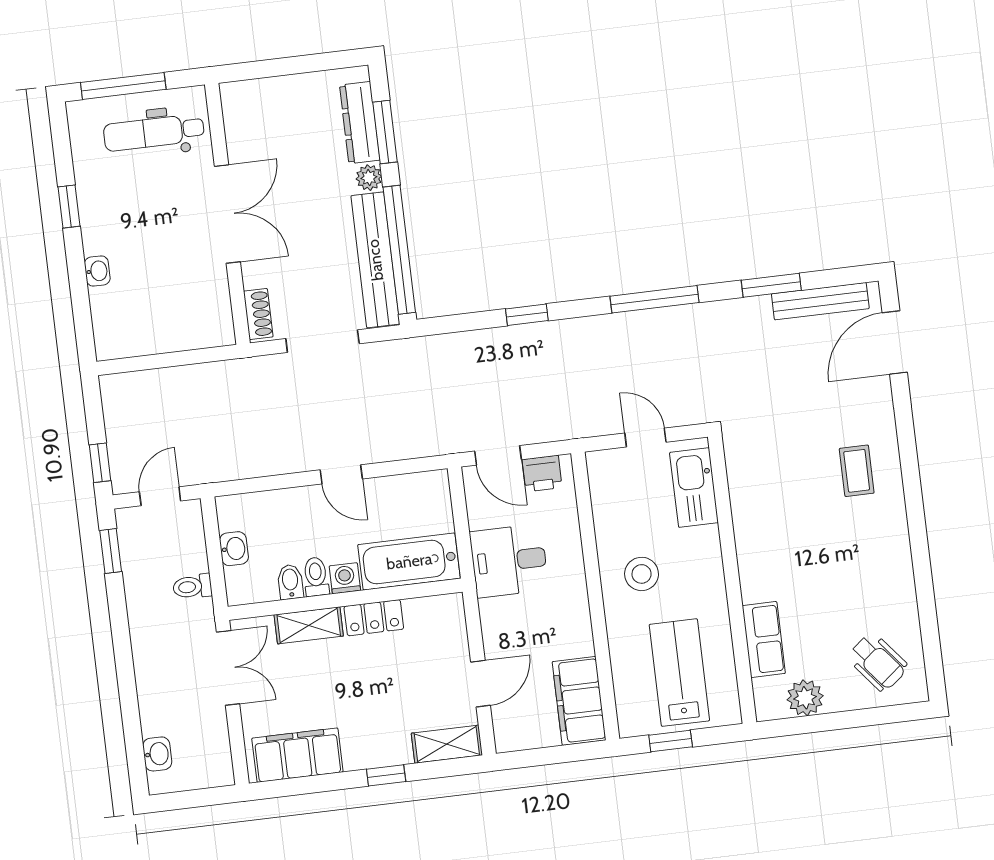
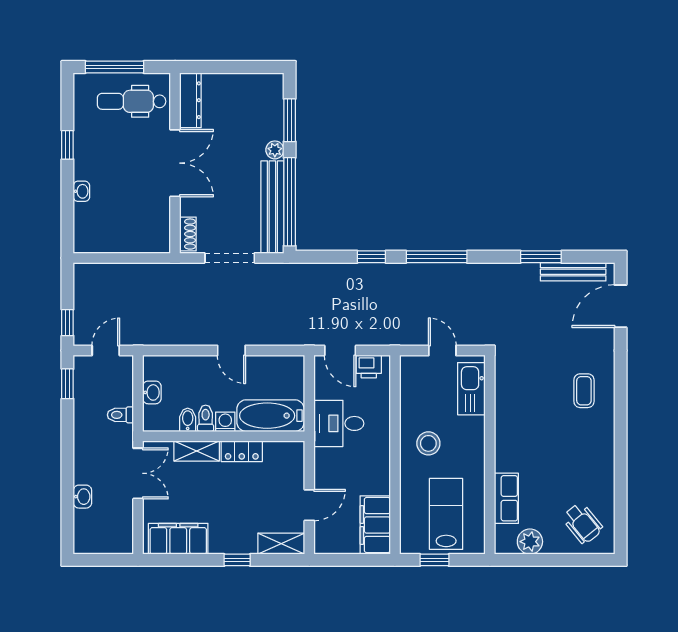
dresser: (360, 123) -> (190, 100), moved, turned 180
window: (654, 299) -> (437, 257), moved
washbasin: (157, 754) -> (82, 497), moved

